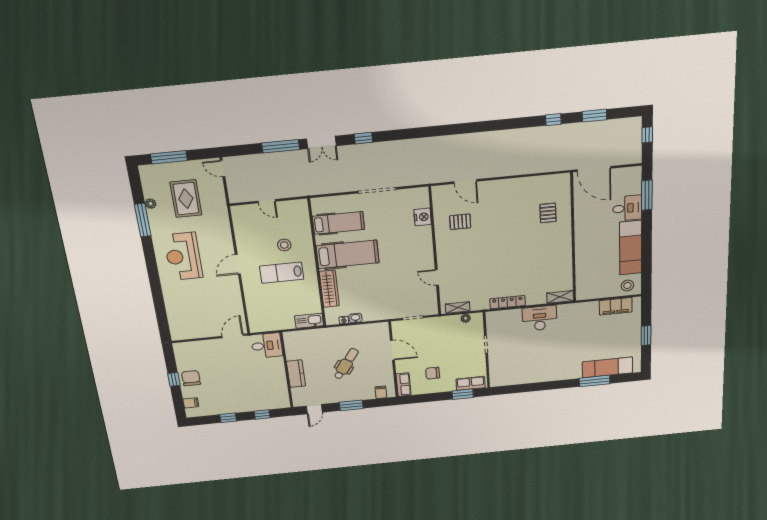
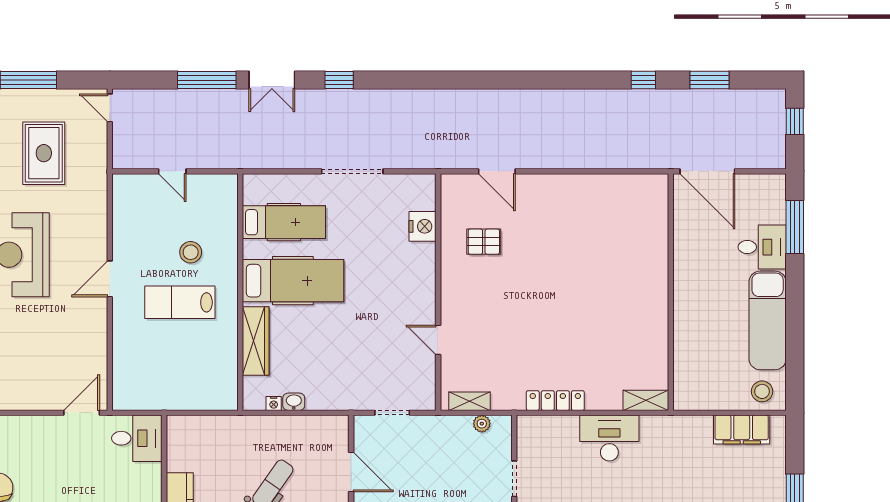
pallet: (548, 213) -> (630, 241), removed
kitchen sink: (309, 321) -> (215, 398), removed

